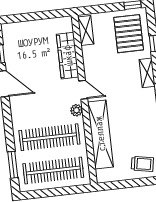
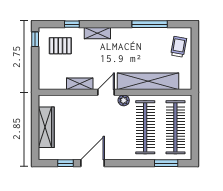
shelving: (86, 31) -> (80, 84), moved
pallet: (129, 34) -> (60, 46), width x0.67, depth x0.71
wardrobe: (68, 56) -> (46, 127), moved, turned -90

